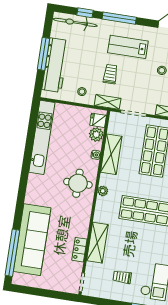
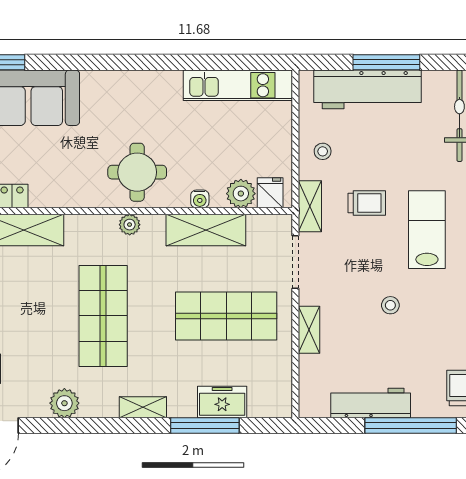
kitchen unit: (42, 137) -> (238, 85), width x0.73

